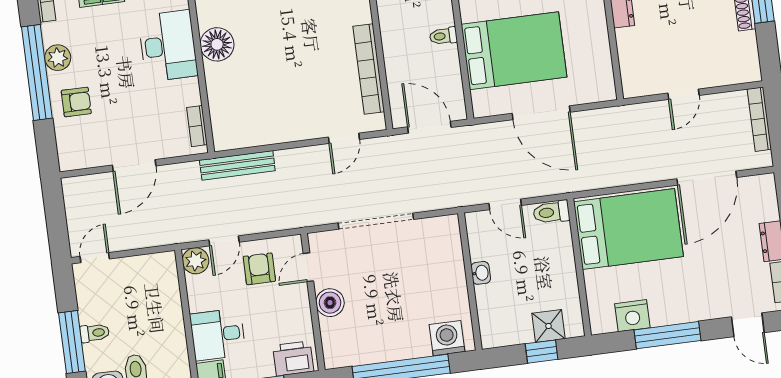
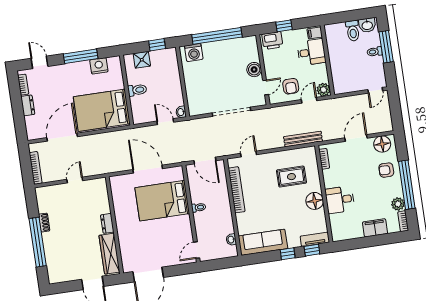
desk: (168, 46) -> (340, 200), width x0.73
plant: (58, 58) -> (398, 204), moved
rug: (261, 93) -> (291, 177), added
floor lamp: (83, 153) -> (382, 144), added
toilet: (551, 212) -> (137, 90), moved
washbasin: (481, 273) -> (181, 112), moved
window: (542, 352) -> (157, 45), moved

